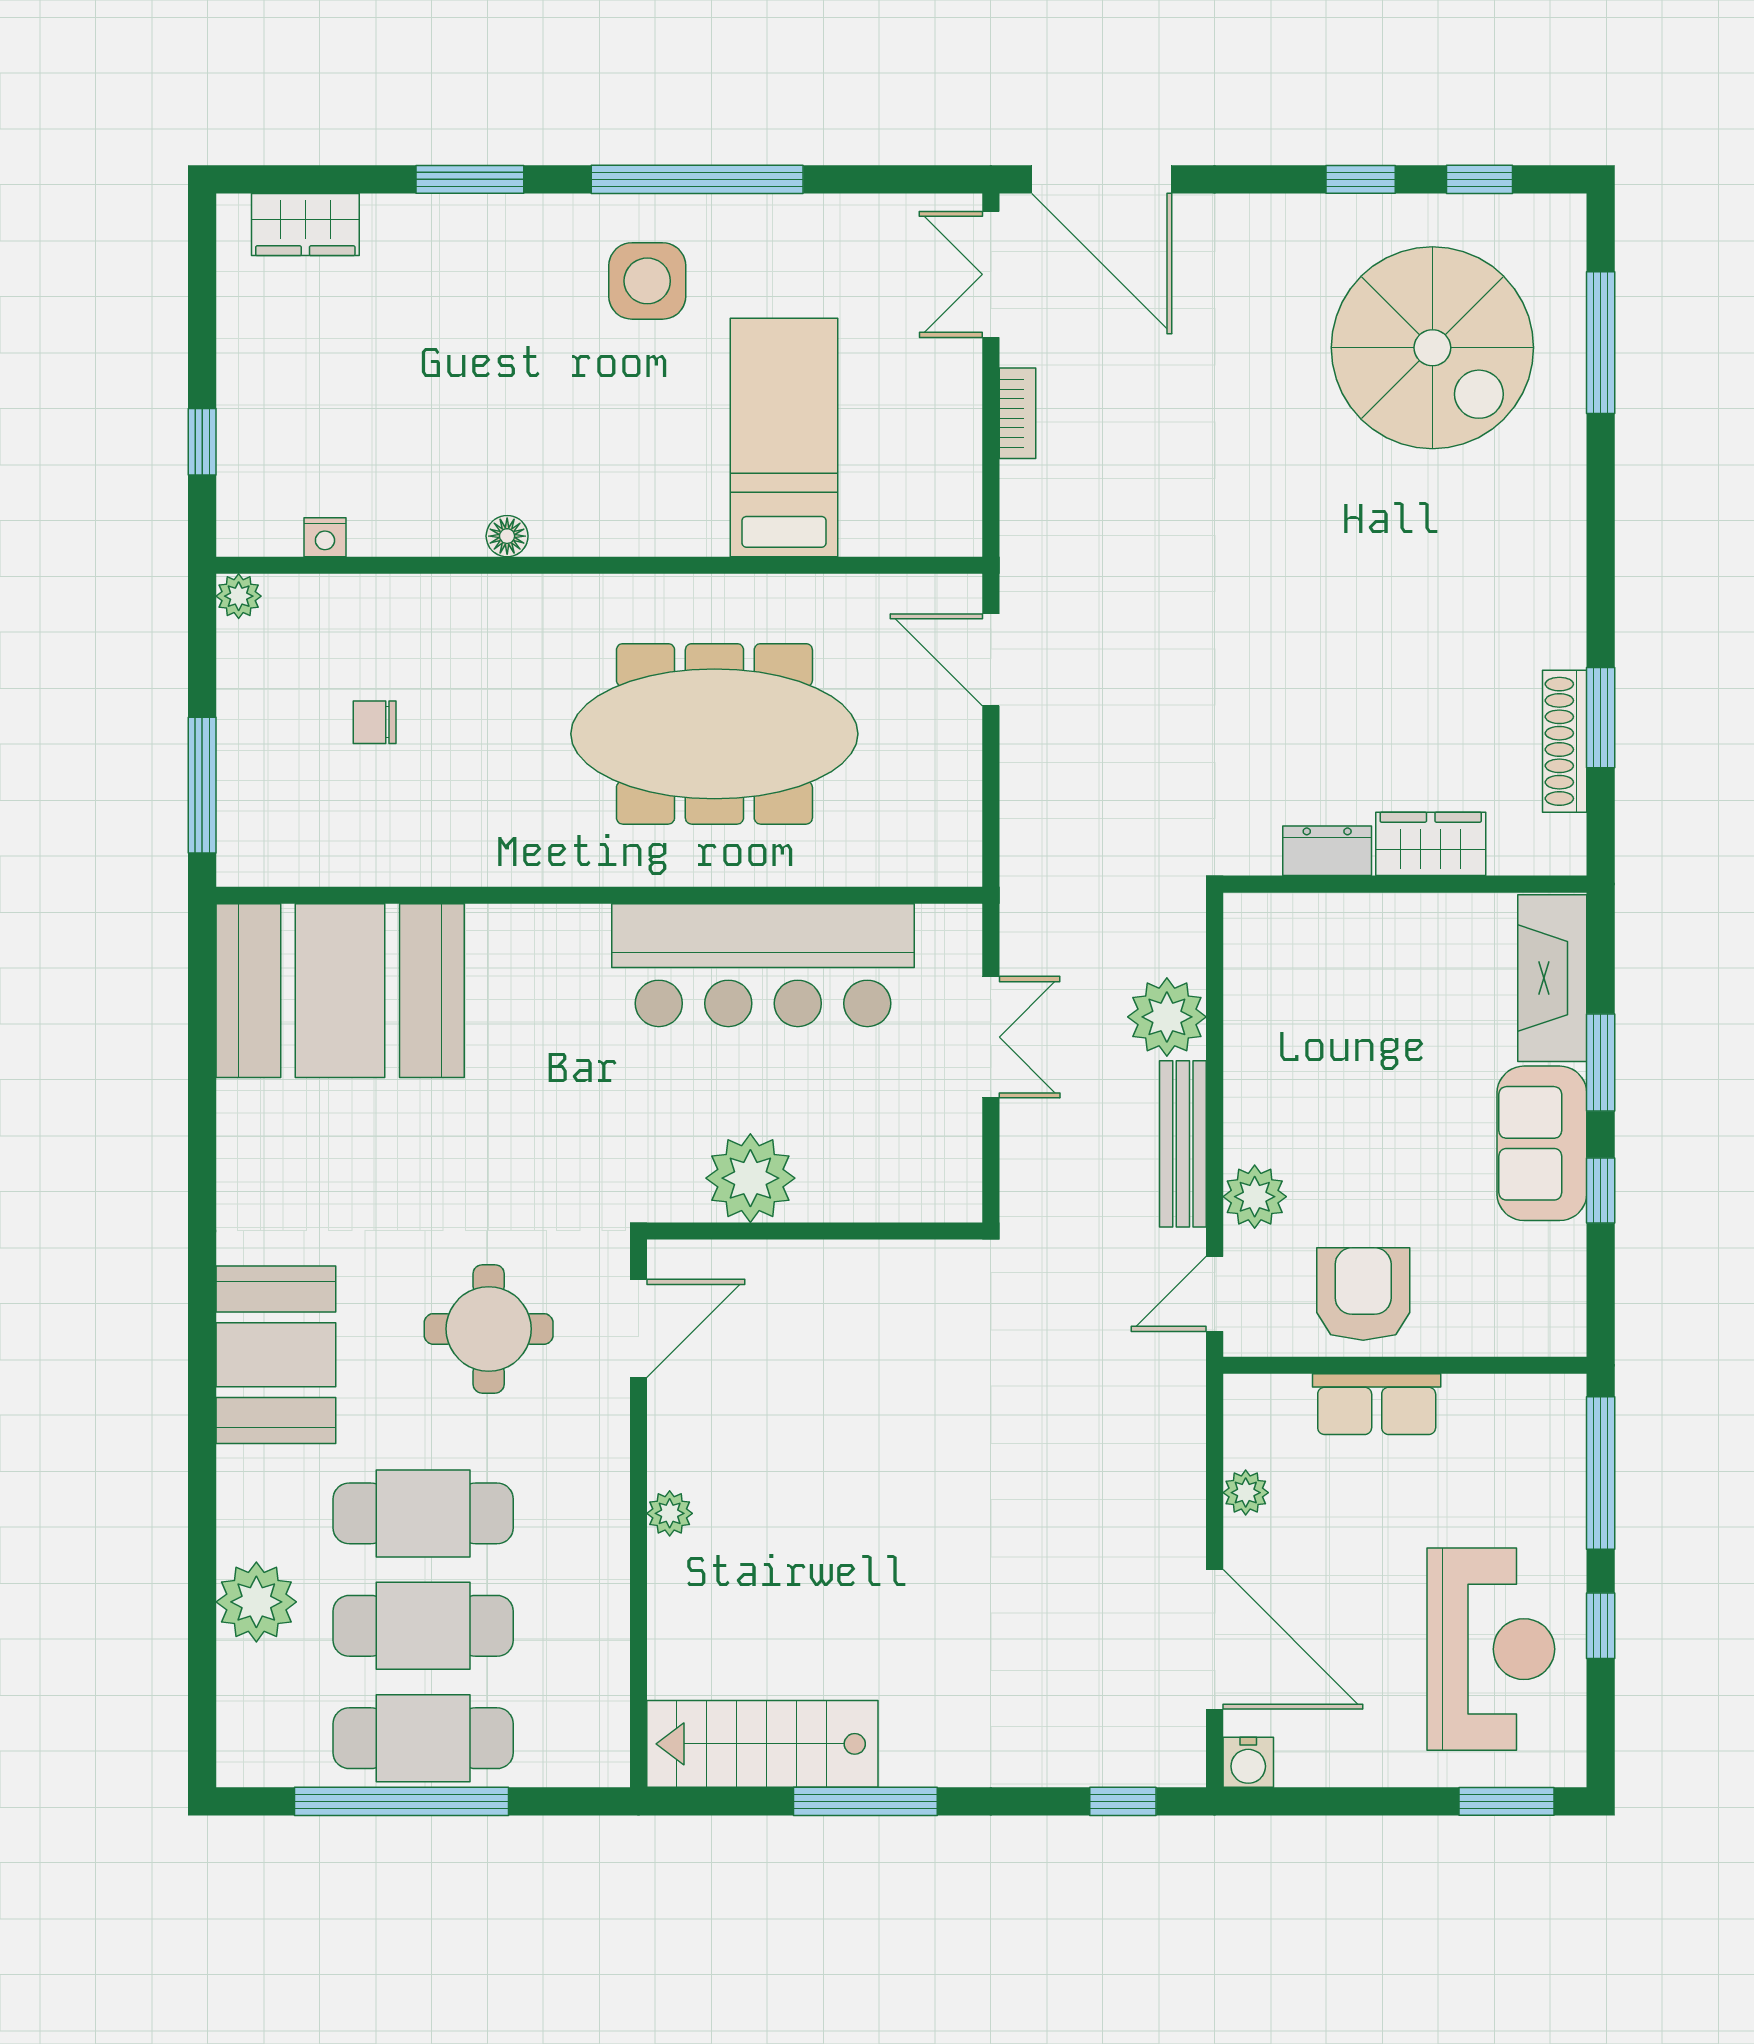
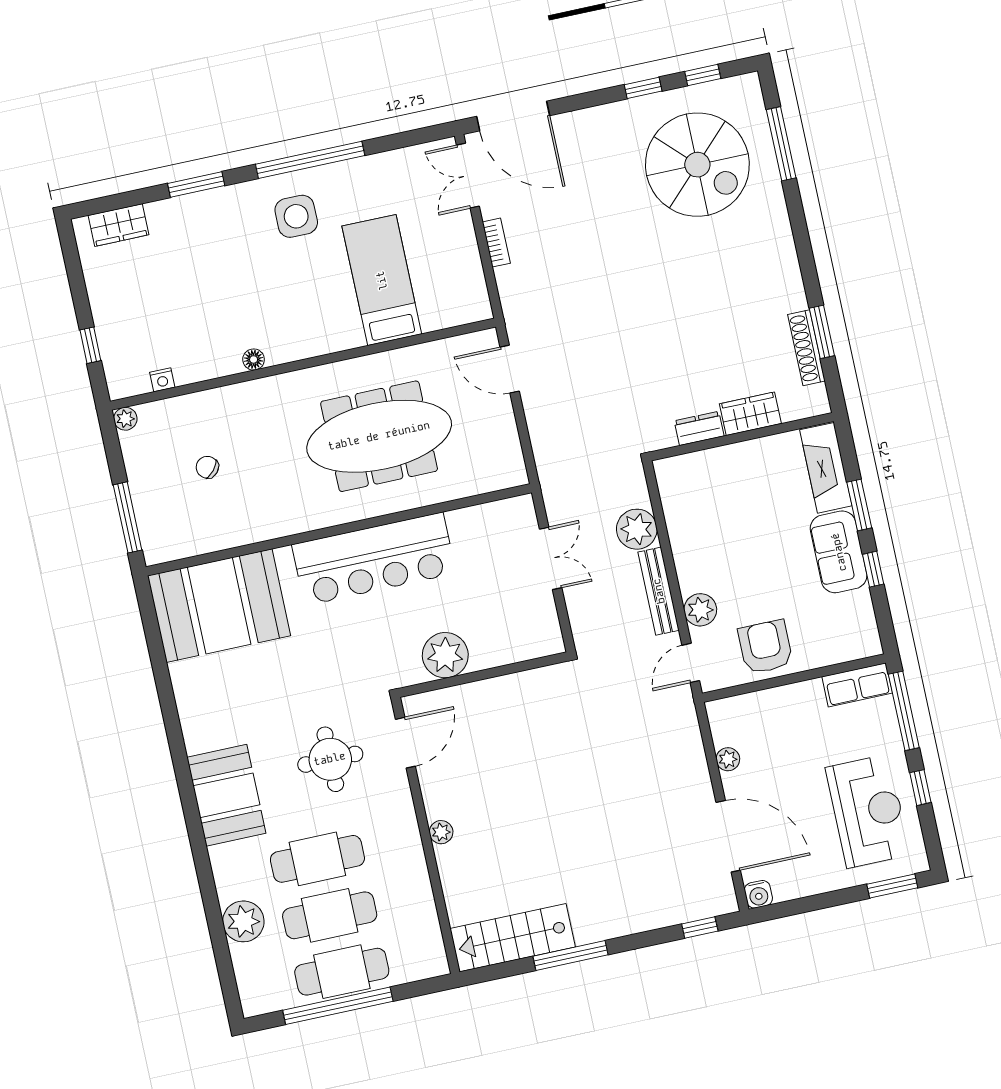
chair: (375, 722) -> (207, 467), turned 41
bar counter: (763, 965) -> (374, 559), moved
row of seats: (1377, 1404) -> (857, 685), moved

